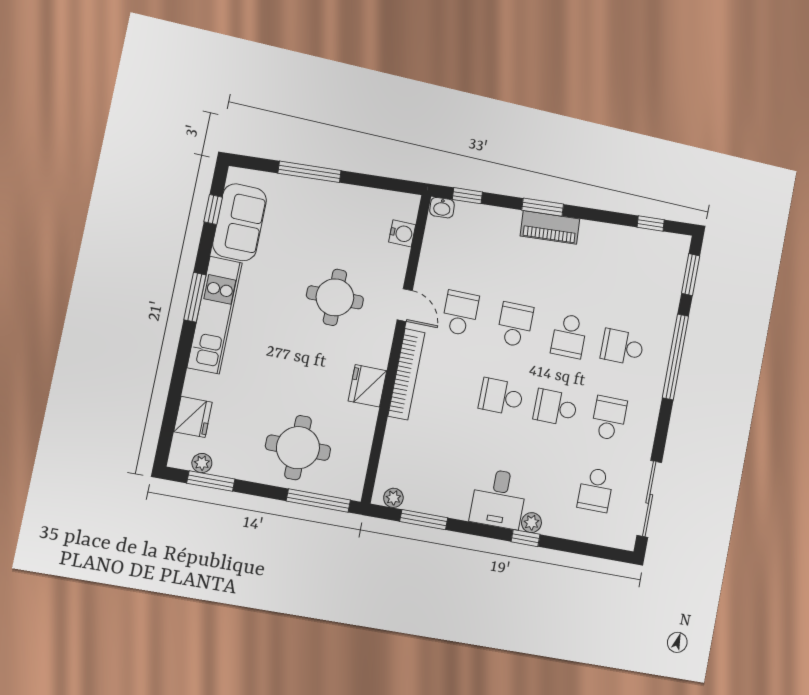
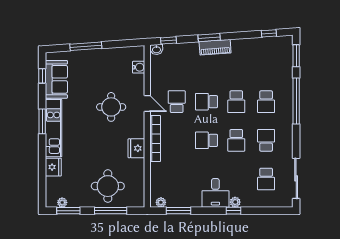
school desk: (515, 325) -> (206, 102), turned -90
school desk: (622, 347) -> (266, 102), turned -90
school desk: (555, 408) -> (236, 140), turned -90
fridge: (193, 417) -> (53, 167), moved
window: (318, 501) -> (111, 211), moved

